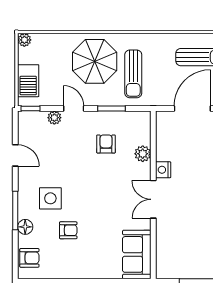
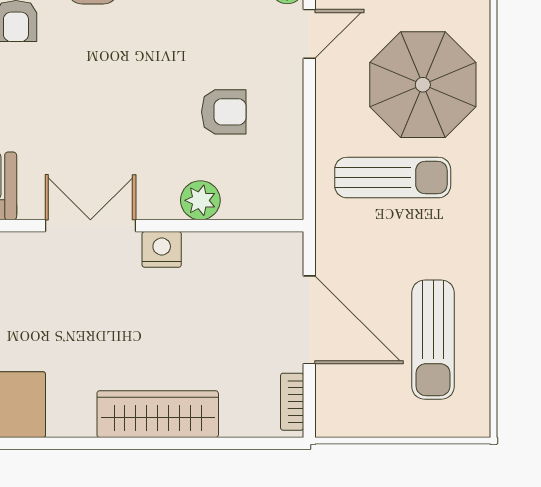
sun lounger: (133, 74) -> (393, 178), turned 180
window: (111, 108) -> (309, 125), removed

